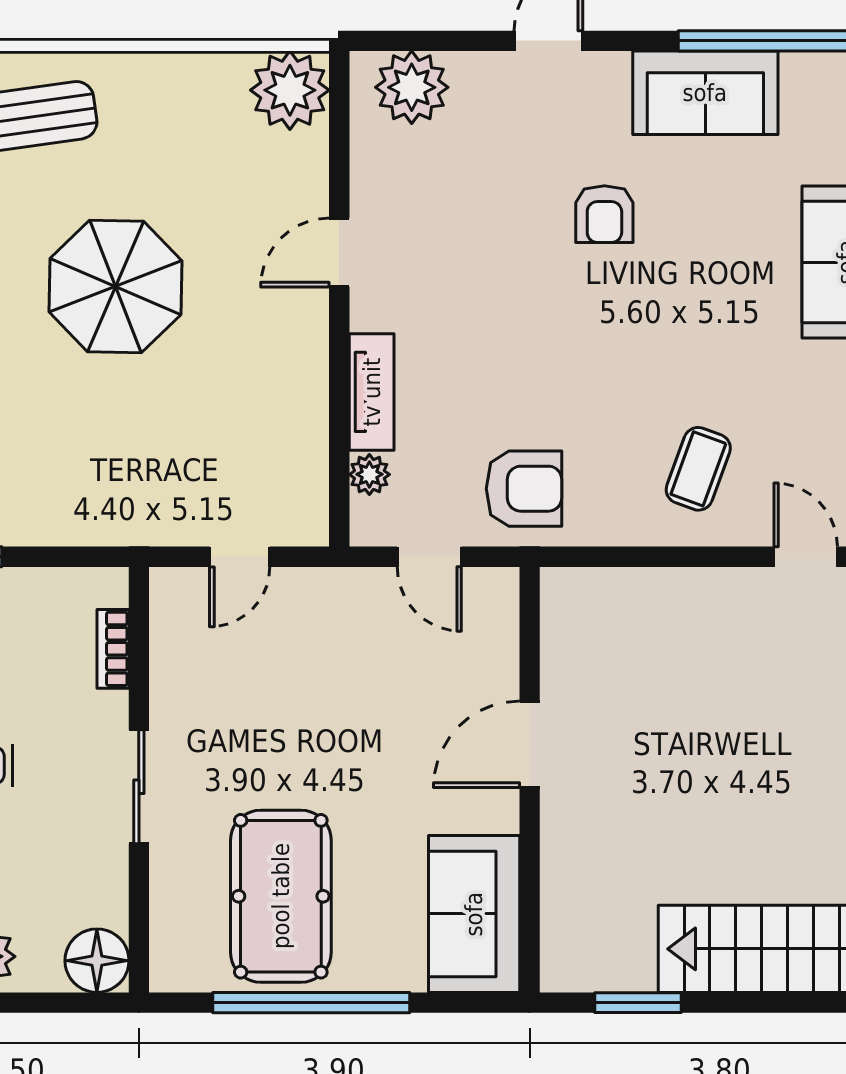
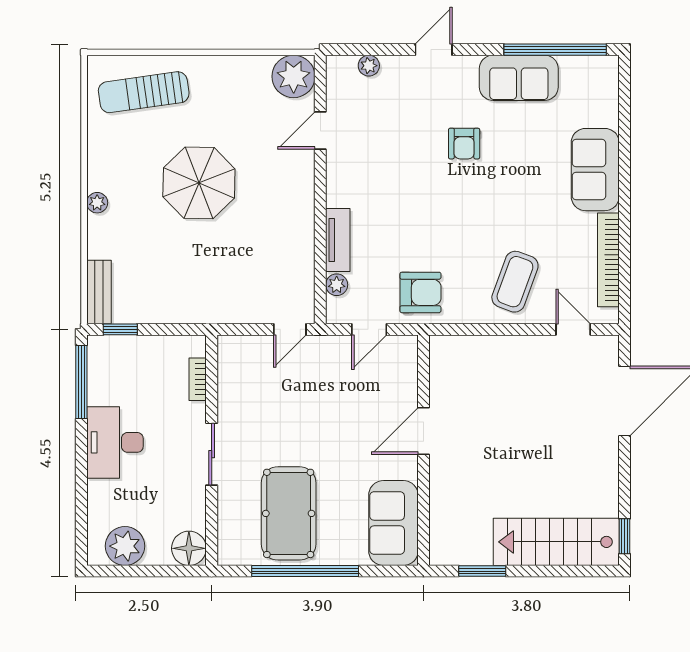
plant: (412, 87) -> (369, 66), width x0.53, depth x0.53
door: (339, 253) -> (320, 131), moved
coffee table: (698, 469) -> (515, 282), width x1.36, depth x1.30
door: (240, 557) -> (290, 329), moved
door: (429, 557) -> (369, 329), hinge flipped

